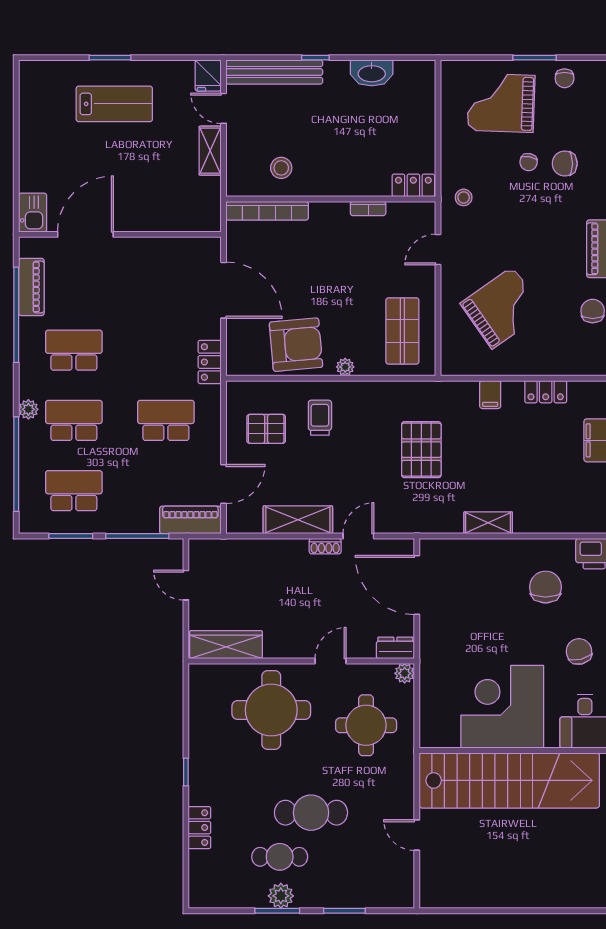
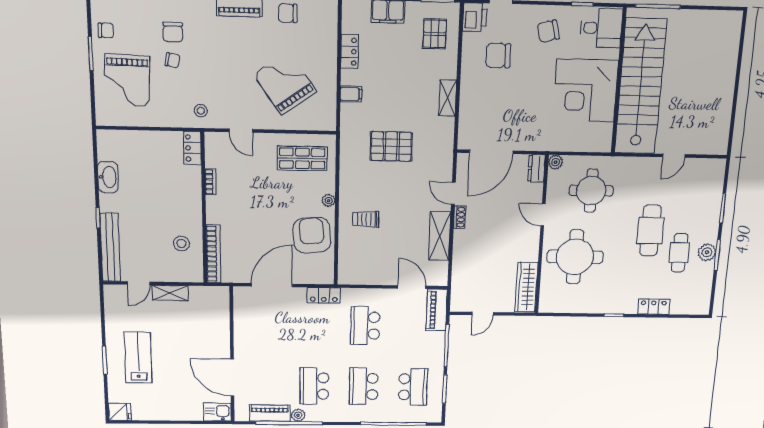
fridge: (208, 76) -> (120, 412), moved
plant: (28, 409) -> (298, 415), moved
pallet: (266, 429) -> (435, 34), moved
school desk: (74, 491) -> (413, 387), turned 180

